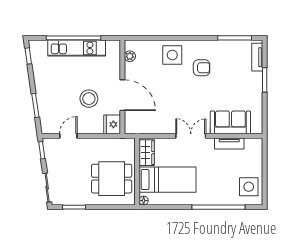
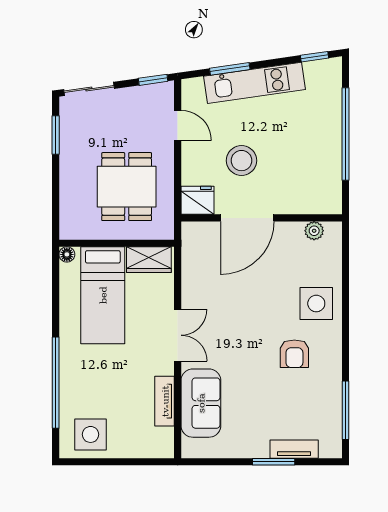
kitchen unit: (77, 48) -> (254, 83), moved, turned -98
tv unit: (257, 57) -> (294, 449), moved
dining table: (112, 179) -> (127, 187), moved

